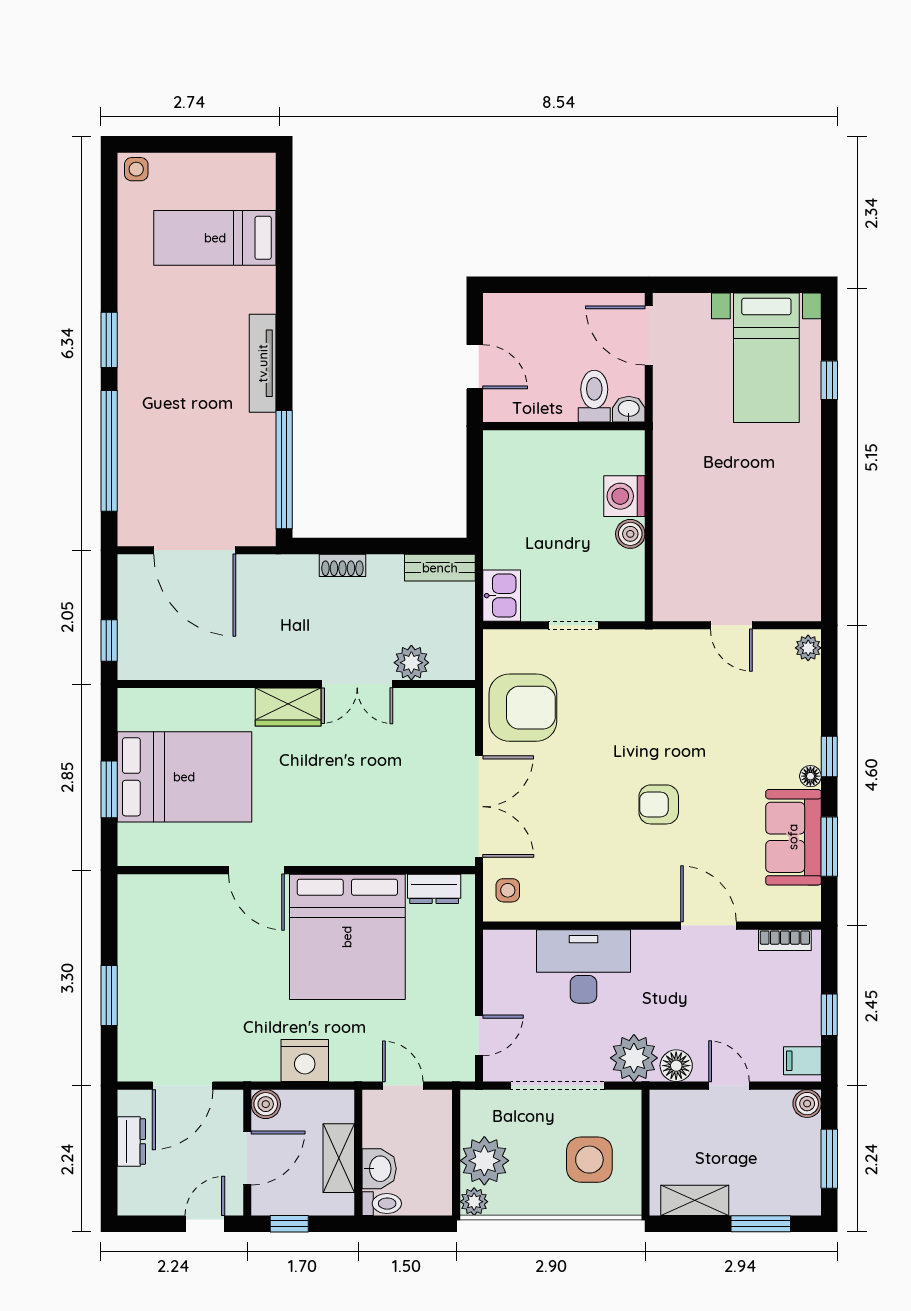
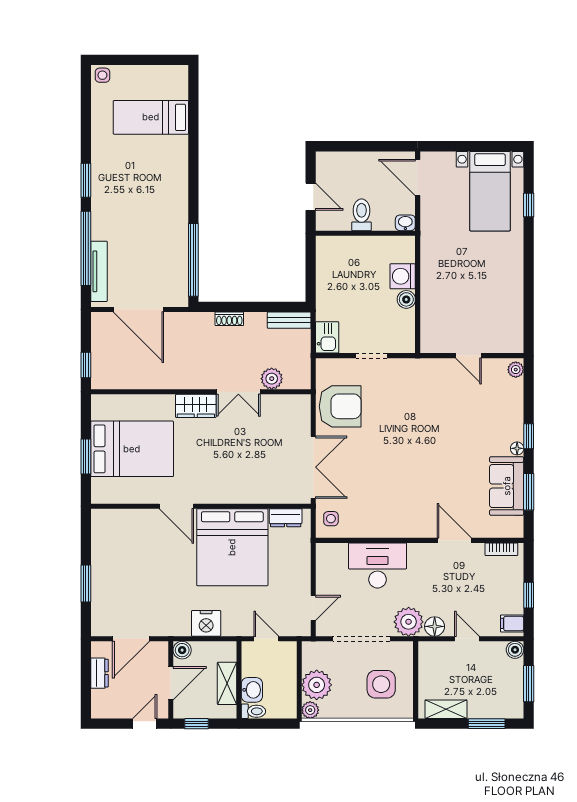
tv unit: (263, 363) -> (99, 271), moved, turned 180
toilet: (594, 396) -> (362, 215), moved
armchair: (659, 804) -> (424, 466), removed

